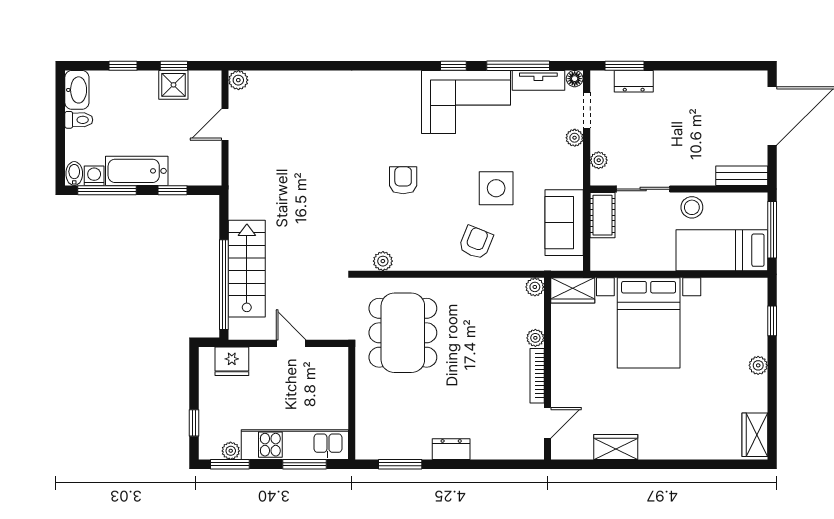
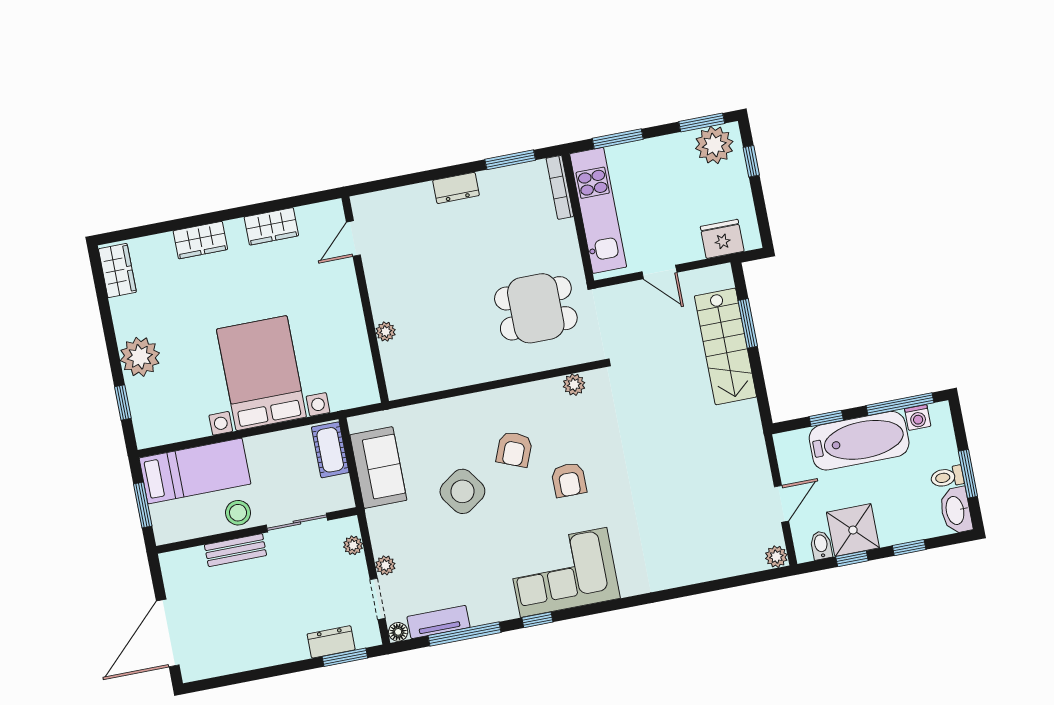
shower: (173, 85) -> (853, 530), width x1.36, depth x1.36
corner sofa: (466, 102) -> (564, 572), moved
window: (60, 119) -> (968, 474), added
bathtub: (137, 171) -> (859, 441), width x1.36, depth x1.36
bidet: (74, 174) -> (821, 545), moved, turned 180
bench: (742, 176) -> (235, 550), moved
side table: (496, 188) -> (462, 491), turned -35
cot: (603, 215) -> (330, 450), moved
window: (772, 230) -> (143, 505), width x0.69
armchair: (476, 242) -> (514, 449), moved
window: (224, 285) -> (748, 323), width x0.47
plant: (535, 287) -> (397, 389), removed
wardrobe: (573, 290) -> (200, 240), moved, turned 180
dining table: (403, 333) -> (536, 308), width x0.73
plant: (758, 365) -> (140, 357), width x1.88, depth x1.88
bookcase: (537, 376) -> (560, 187), moved, turned 180
kitchen unit: (295, 445) -> (598, 210), moved, turned -90
plant: (231, 451) -> (714, 145), width x1.87, depth x1.87

